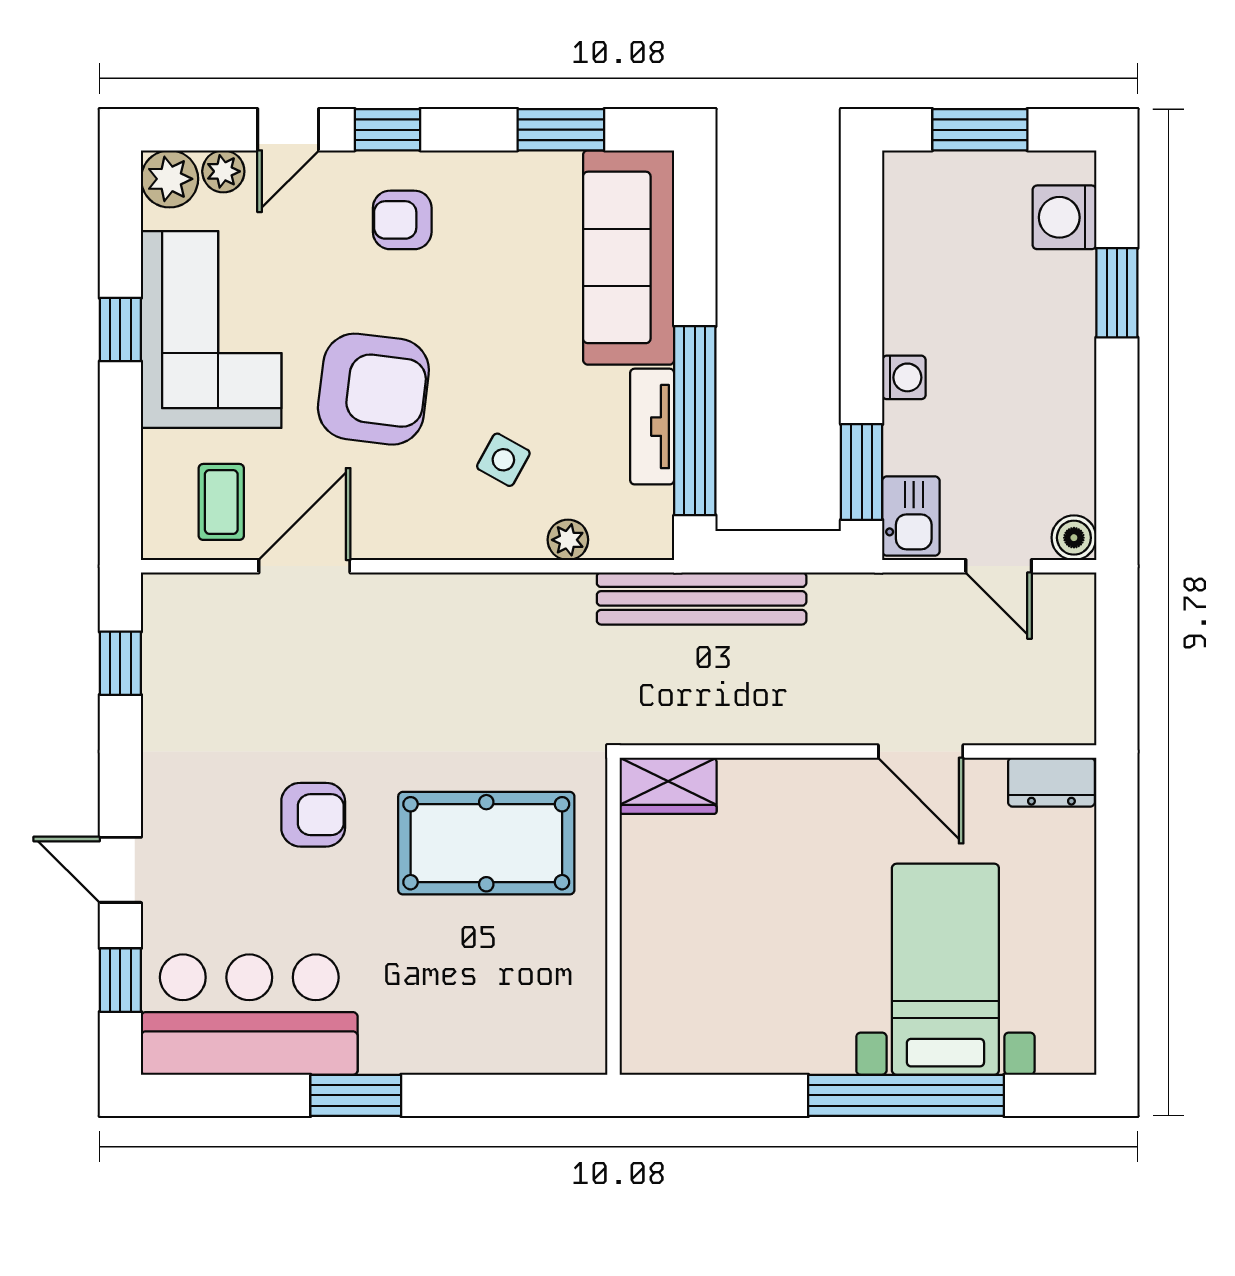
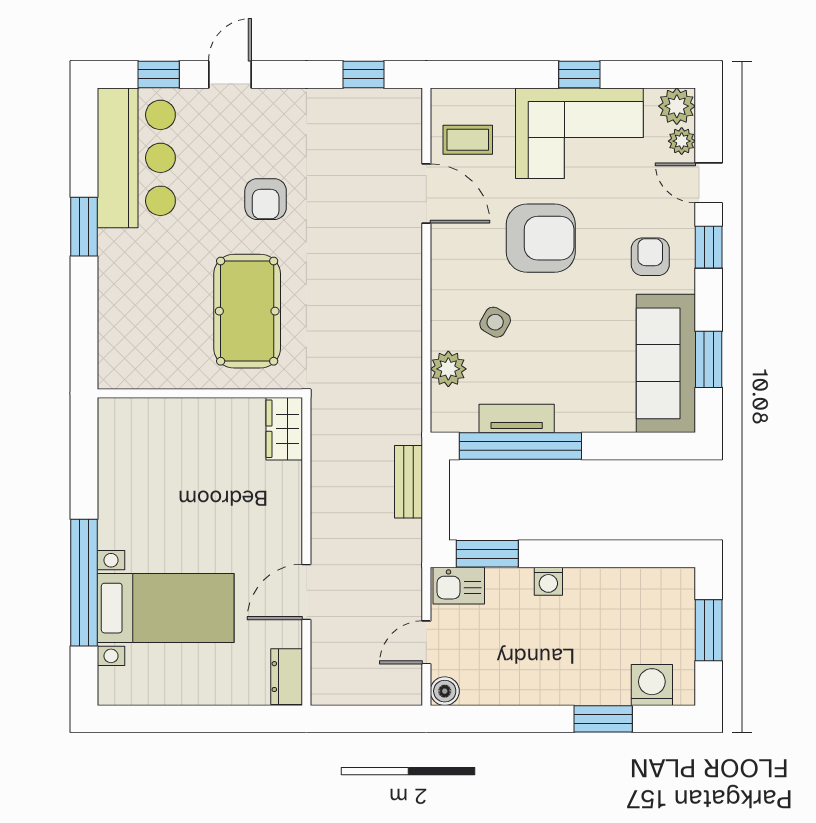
sofa: (629, 257) -> (666, 363), moved, turned -90
armchair: (373, 389) -> (541, 238), turned -97
plant: (568, 540) -> (448, 369), width x1.38, depth x1.38
bench: (702, 598) -> (408, 482), width x0.54, depth x0.82

